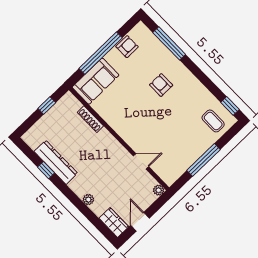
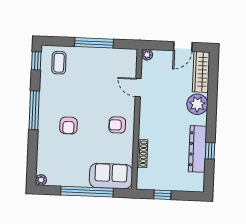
plant: (141, 28) -> (41, 180), added
window: (169, 43) -> (34, 110), moved
armchair: (127, 47) -> (117, 125), moved
plant: (88, 200) -> (197, 104), width x1.88, depth x1.88
wardrobe: (114, 222) -> (201, 72), width x1.50

